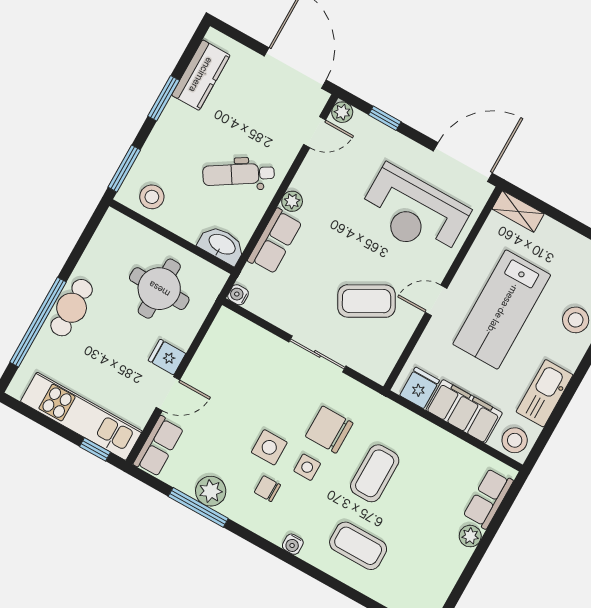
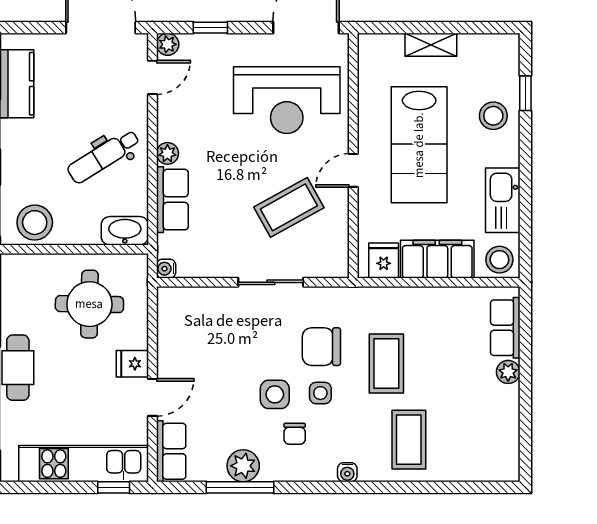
stool: (152, 197) -> (35, 223), width x1.38, depth x1.38
shelving: (518, 211) -> (431, 45), moved
chair: (267, 489) -> (295, 434), turned -90
coffee table: (358, 546) -> (409, 440), turned 90

